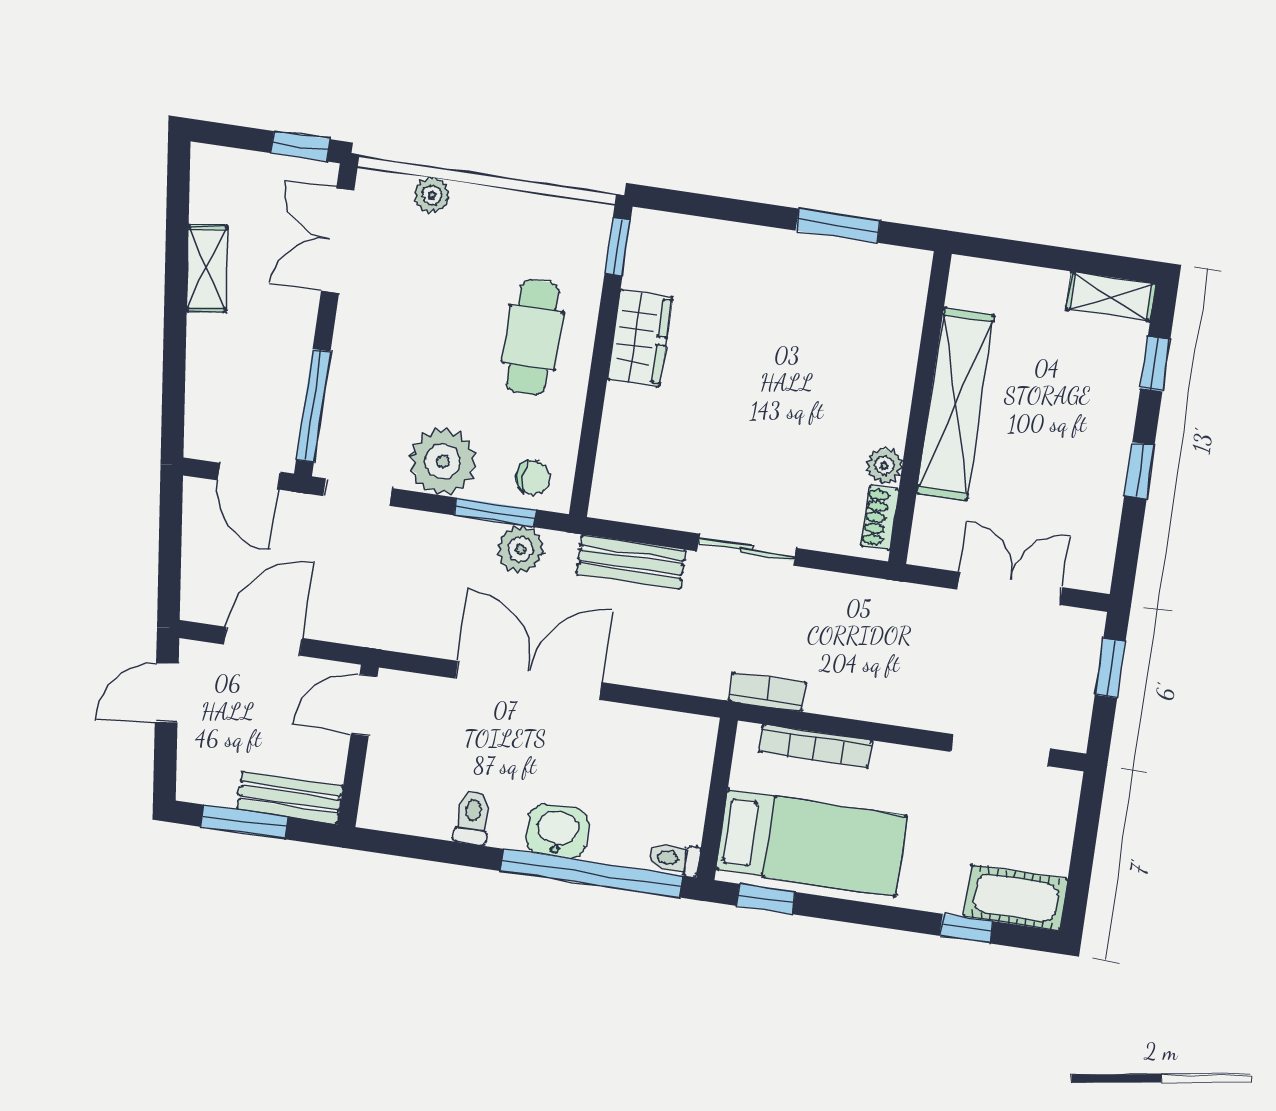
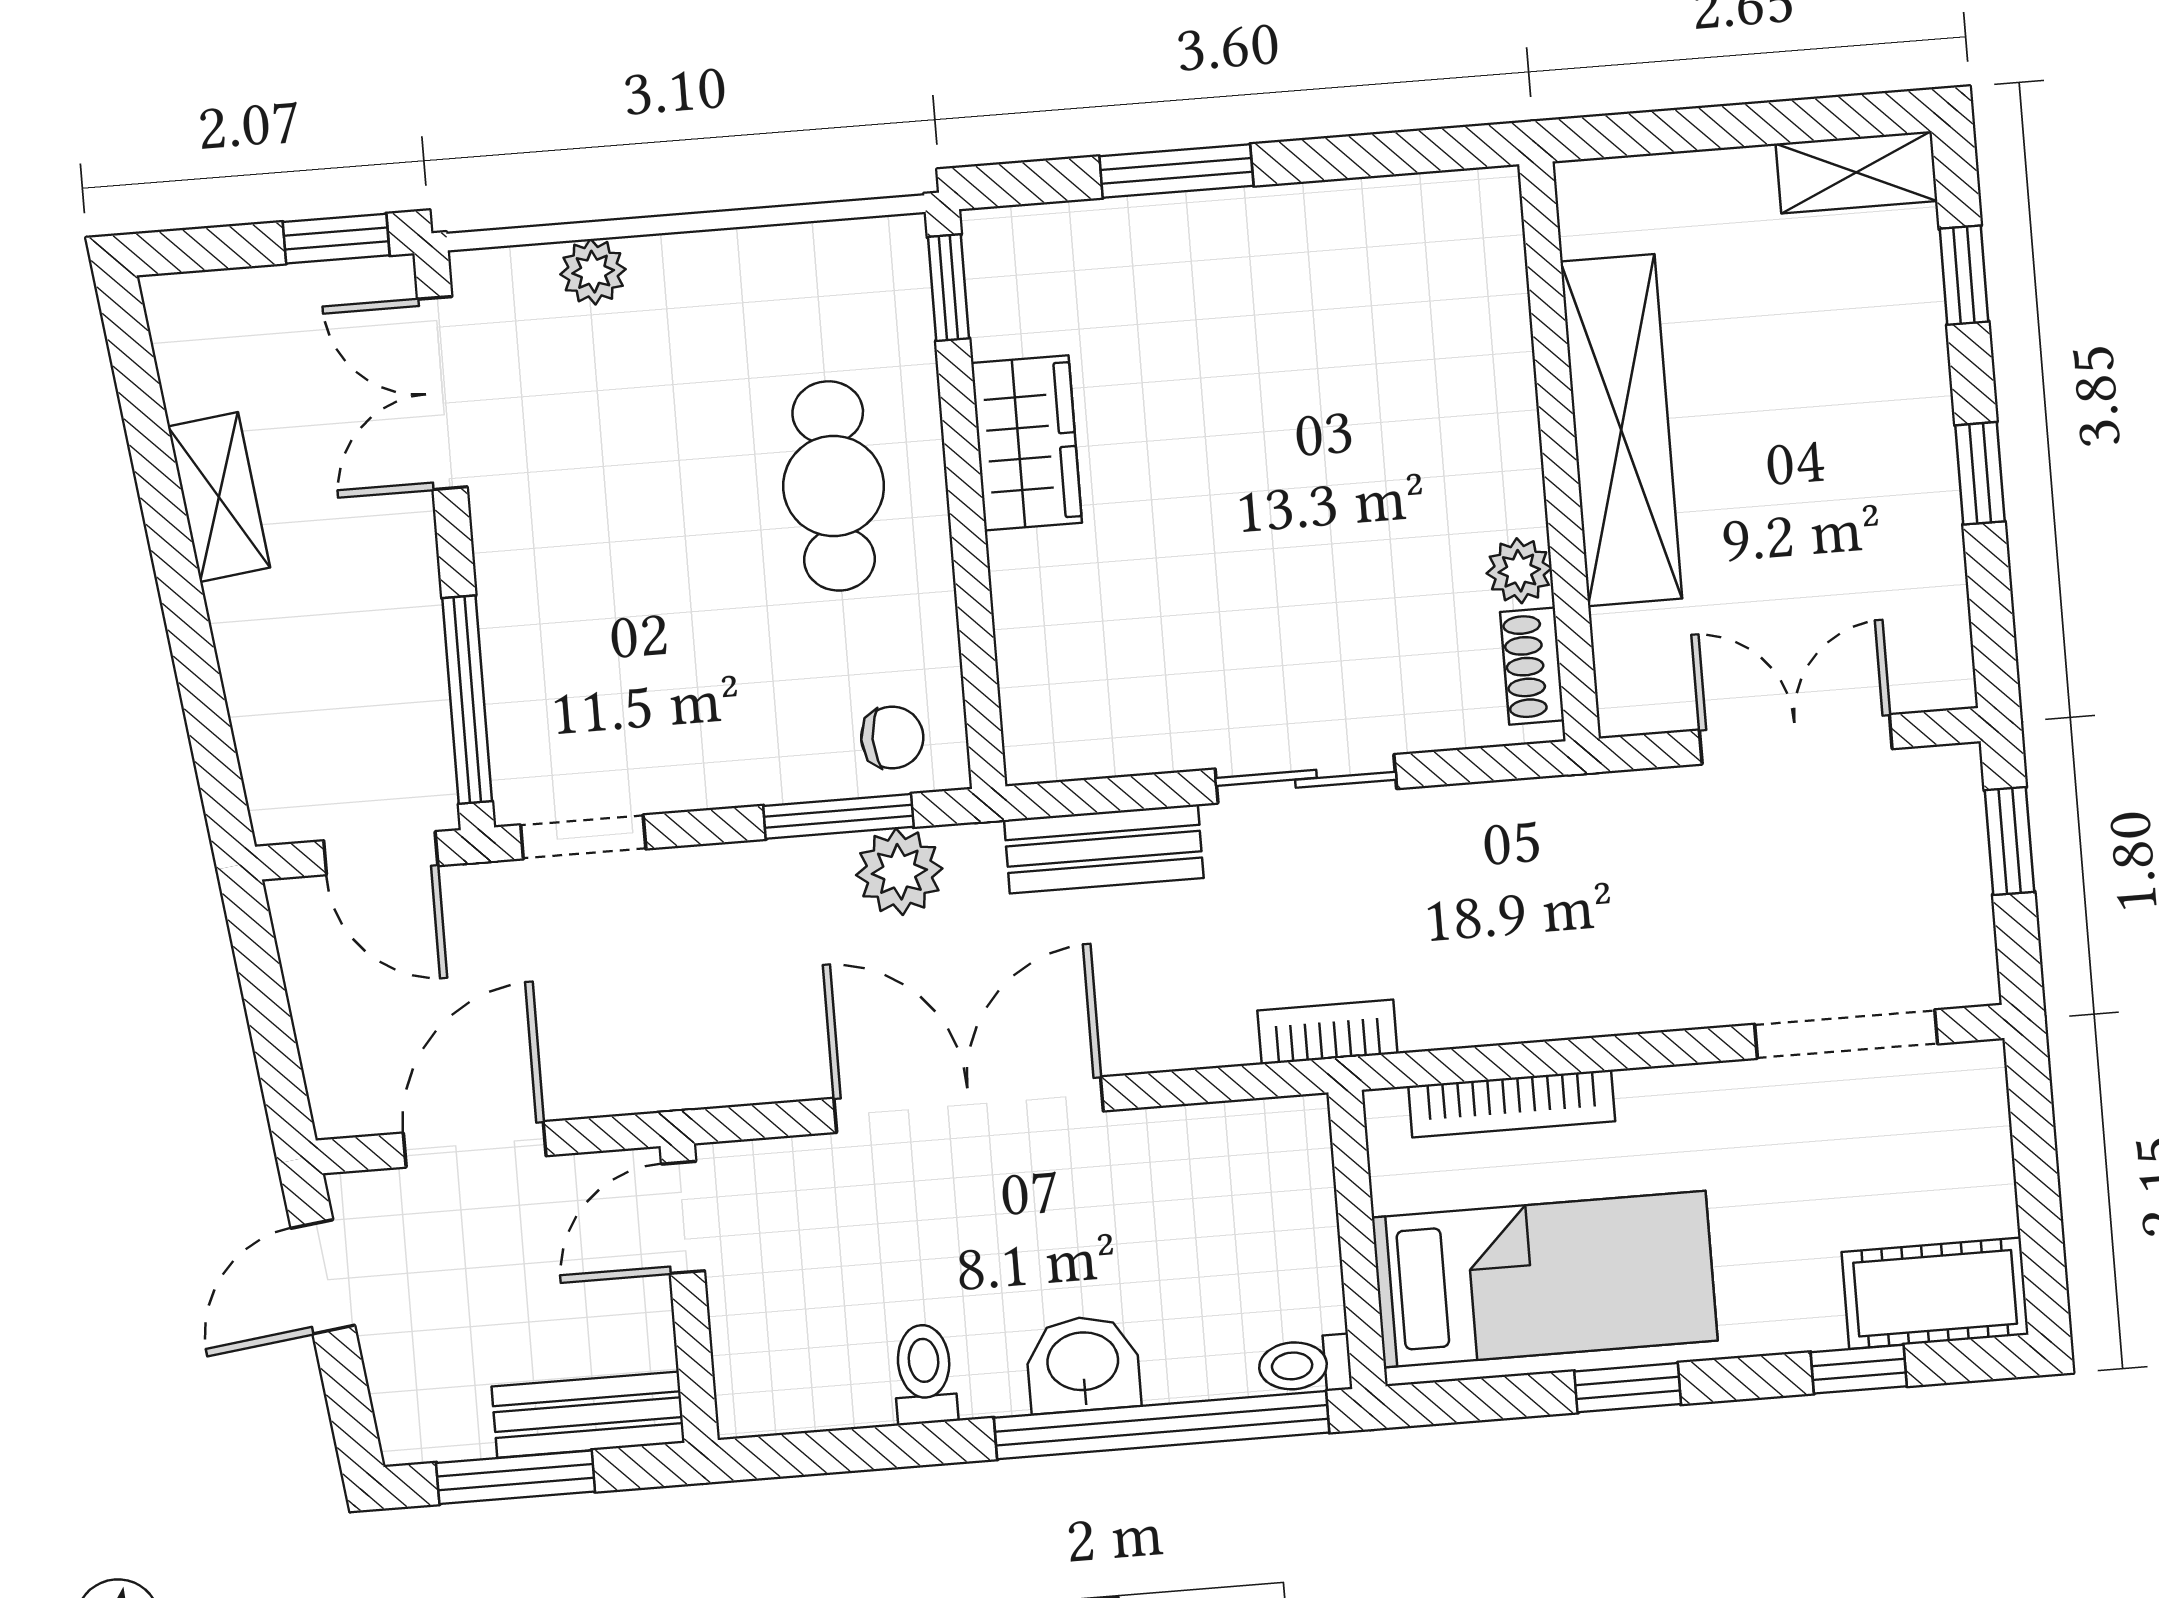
window: (838, 226) -> (1176, 171), moved
plant: (443, 461) -> (724, 746), removed
bookcase: (768, 692) -> (1327, 1032), moved
window: (766, 899) -> (1628, 1388), moved

